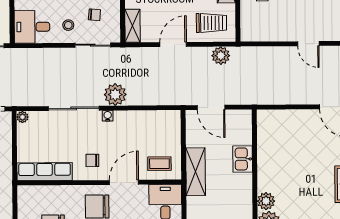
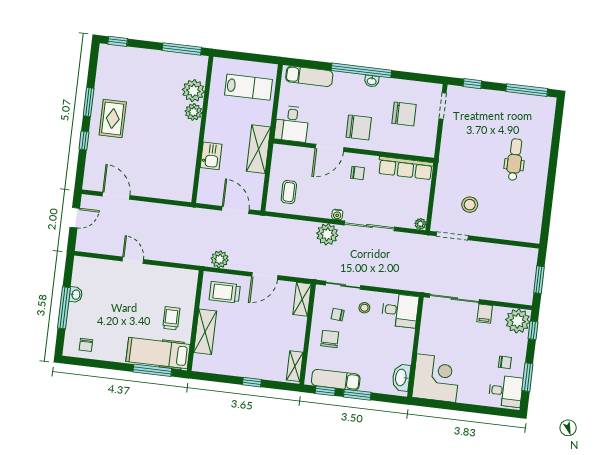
coffee table: (159, 164) -> (289, 192), moved, turned 90

